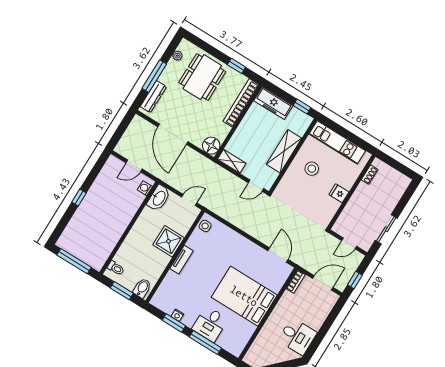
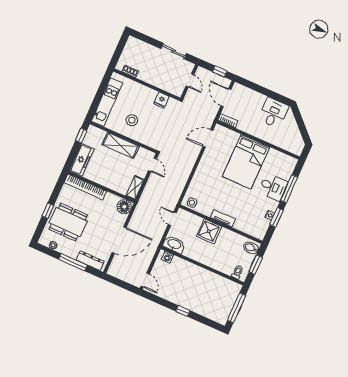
window: (236, 66) -> (48, 211), moved
door: (134, 166) -> (145, 280), moved
fridge: (339, 193) -> (161, 100), moved

